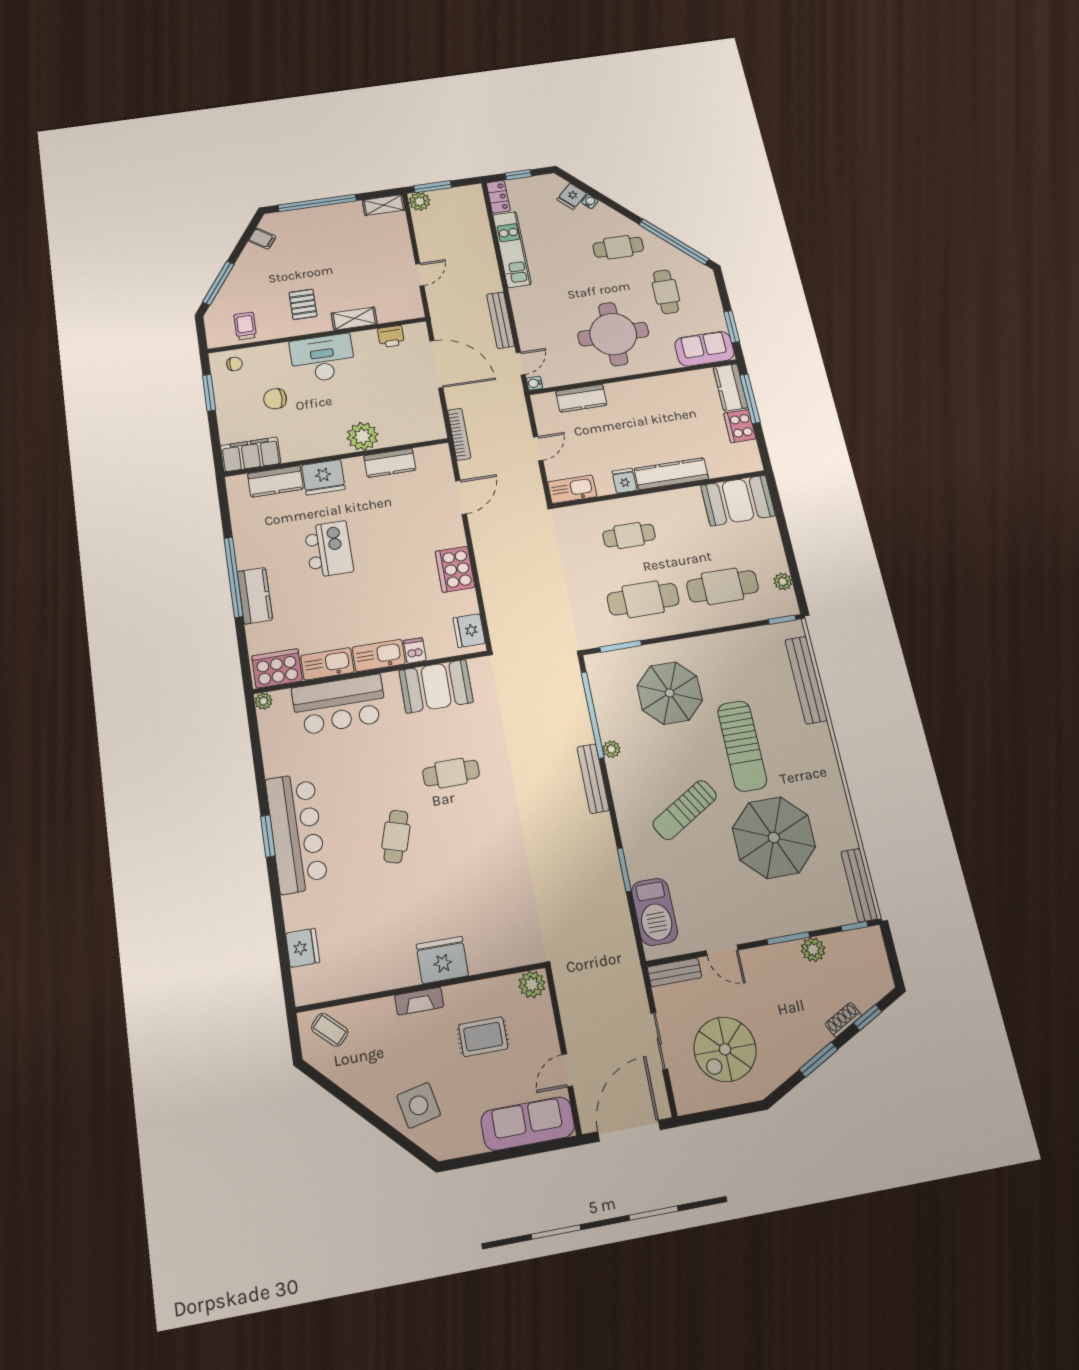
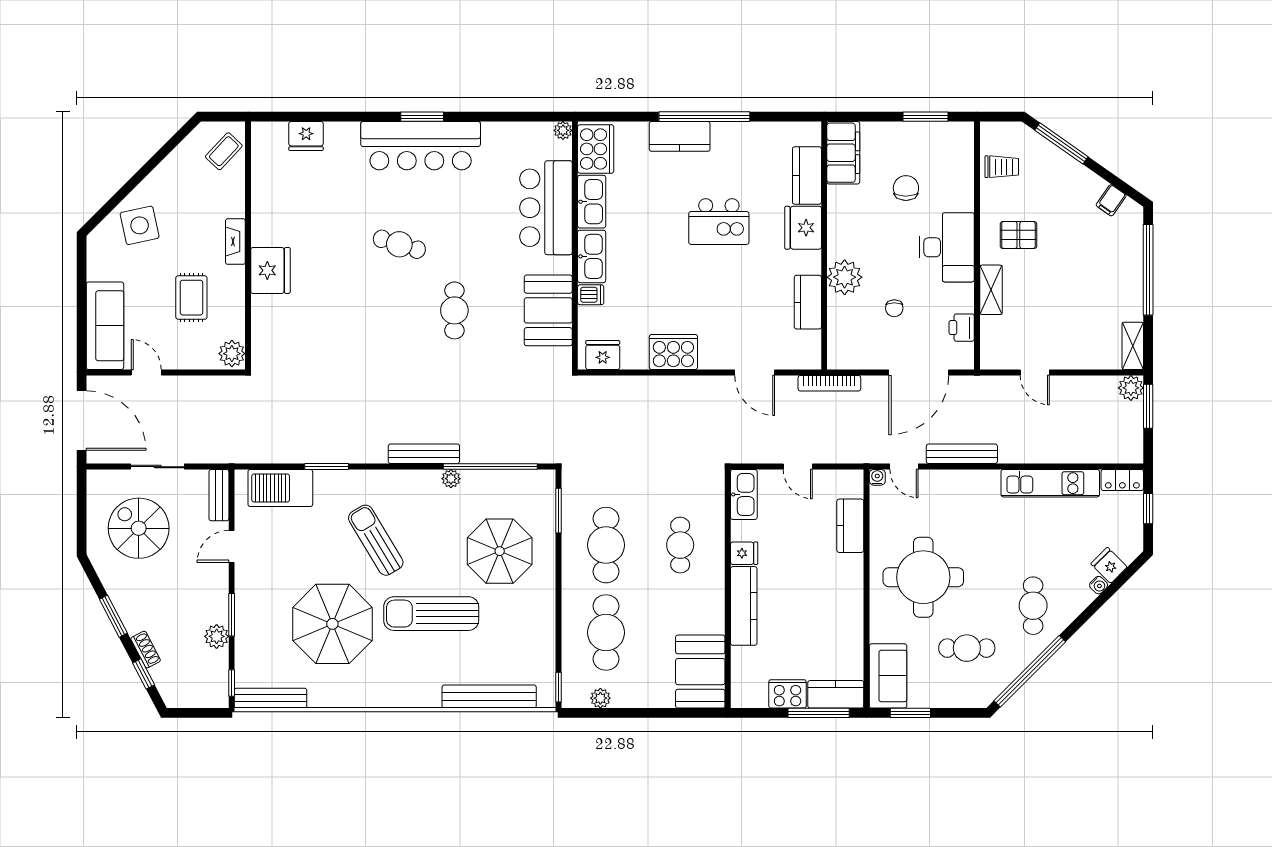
chair: (234, 364) -> (894, 308), moved

